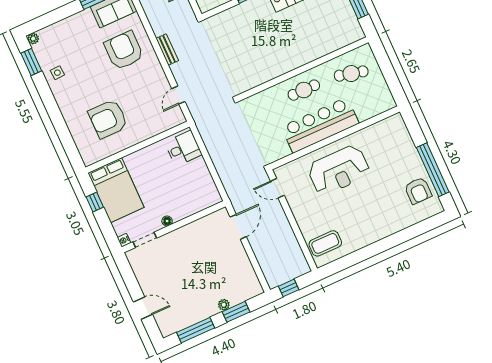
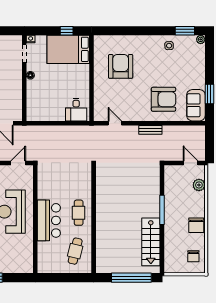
bar counter: (320, 125) -> (49, 220), width x0.73

